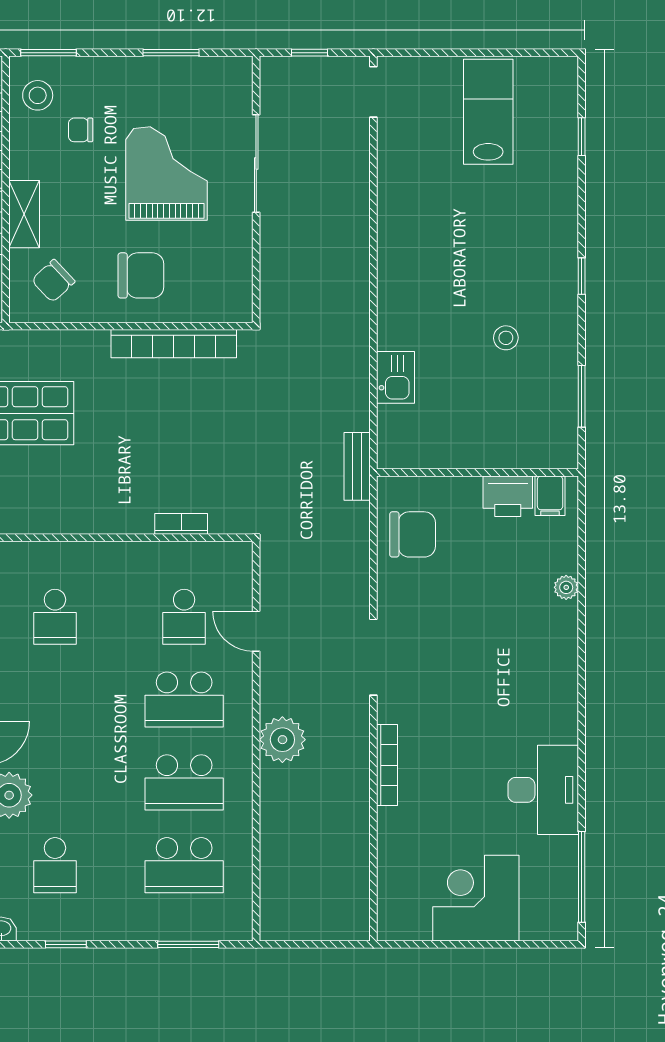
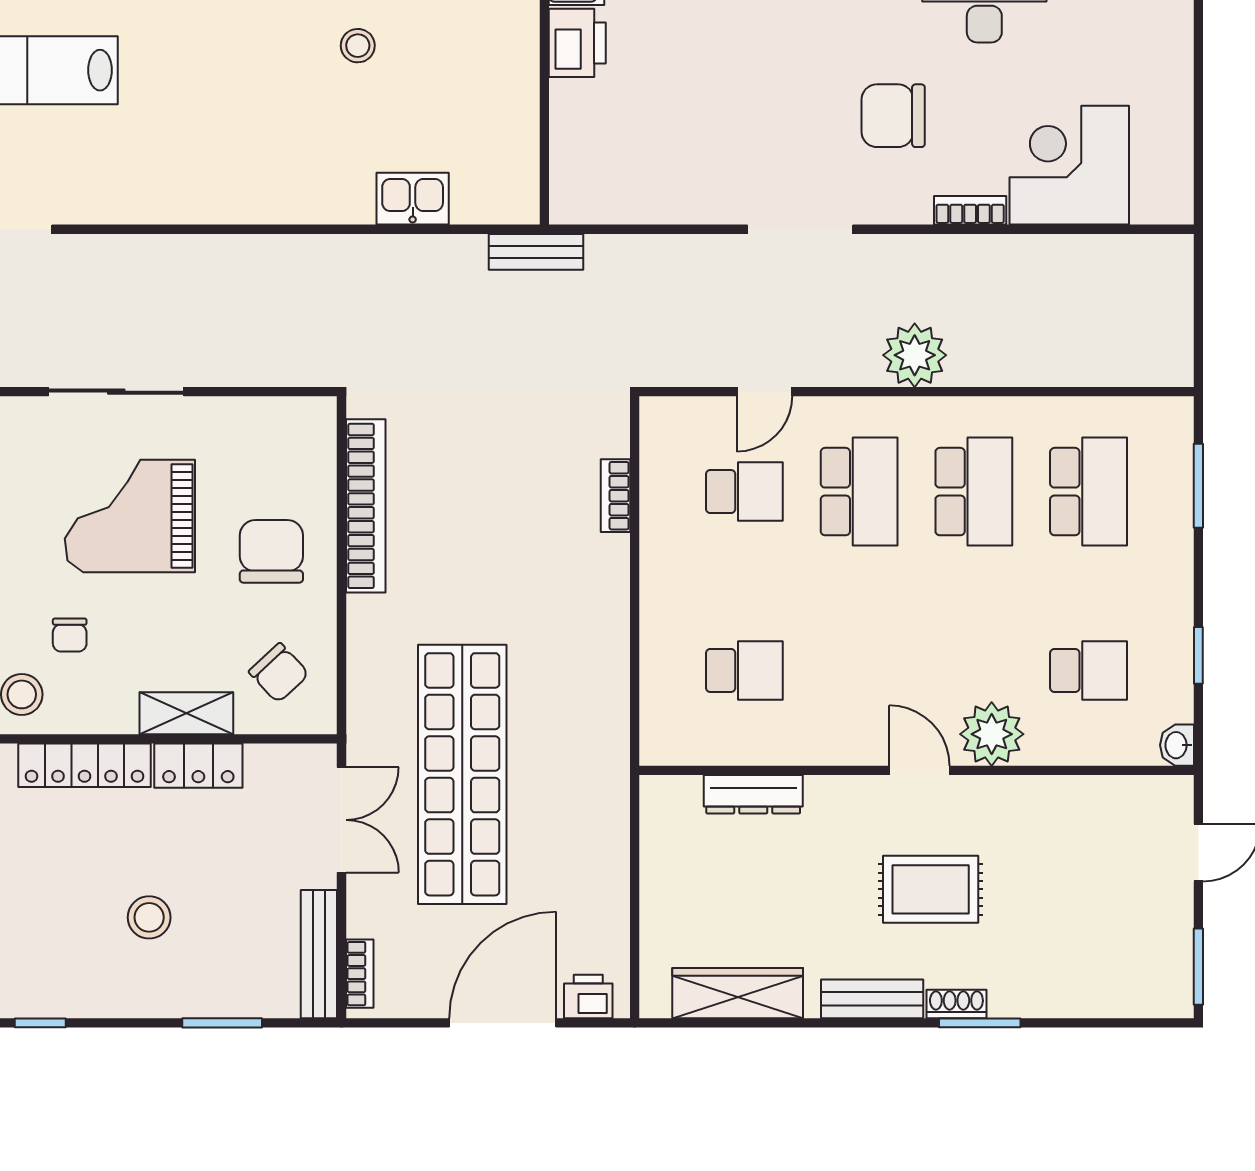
chair: (413, 534) -> (893, 116), moved, turned -90
bookcase: (387, 765) -> (970, 210), width x0.64
corner desk: (476, 898) -> (1069, 165), moved, turned 90

